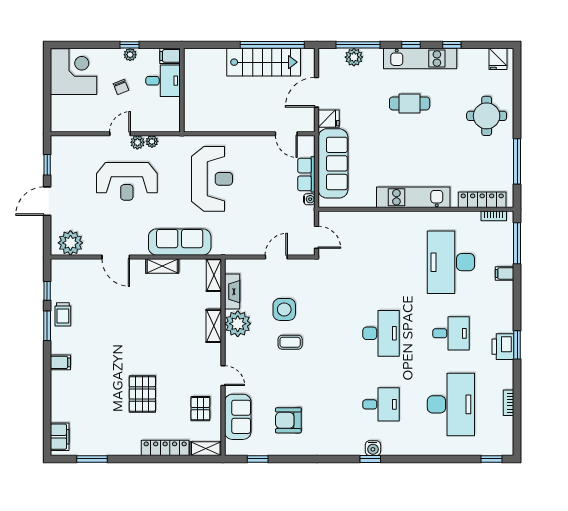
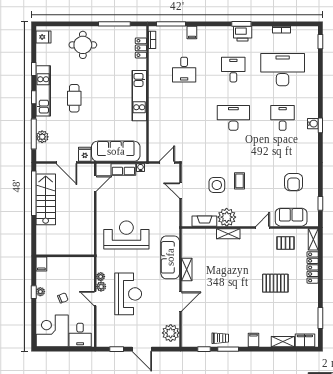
desk: (163, 81) -> (80, 335), moved, turned 180
locker: (482, 200) -> (141, 48), width x0.66
desk: (451, 262) -> (184, 70), width x0.53, depth x0.77
shelving: (214, 275) -> (283, 342), moved

